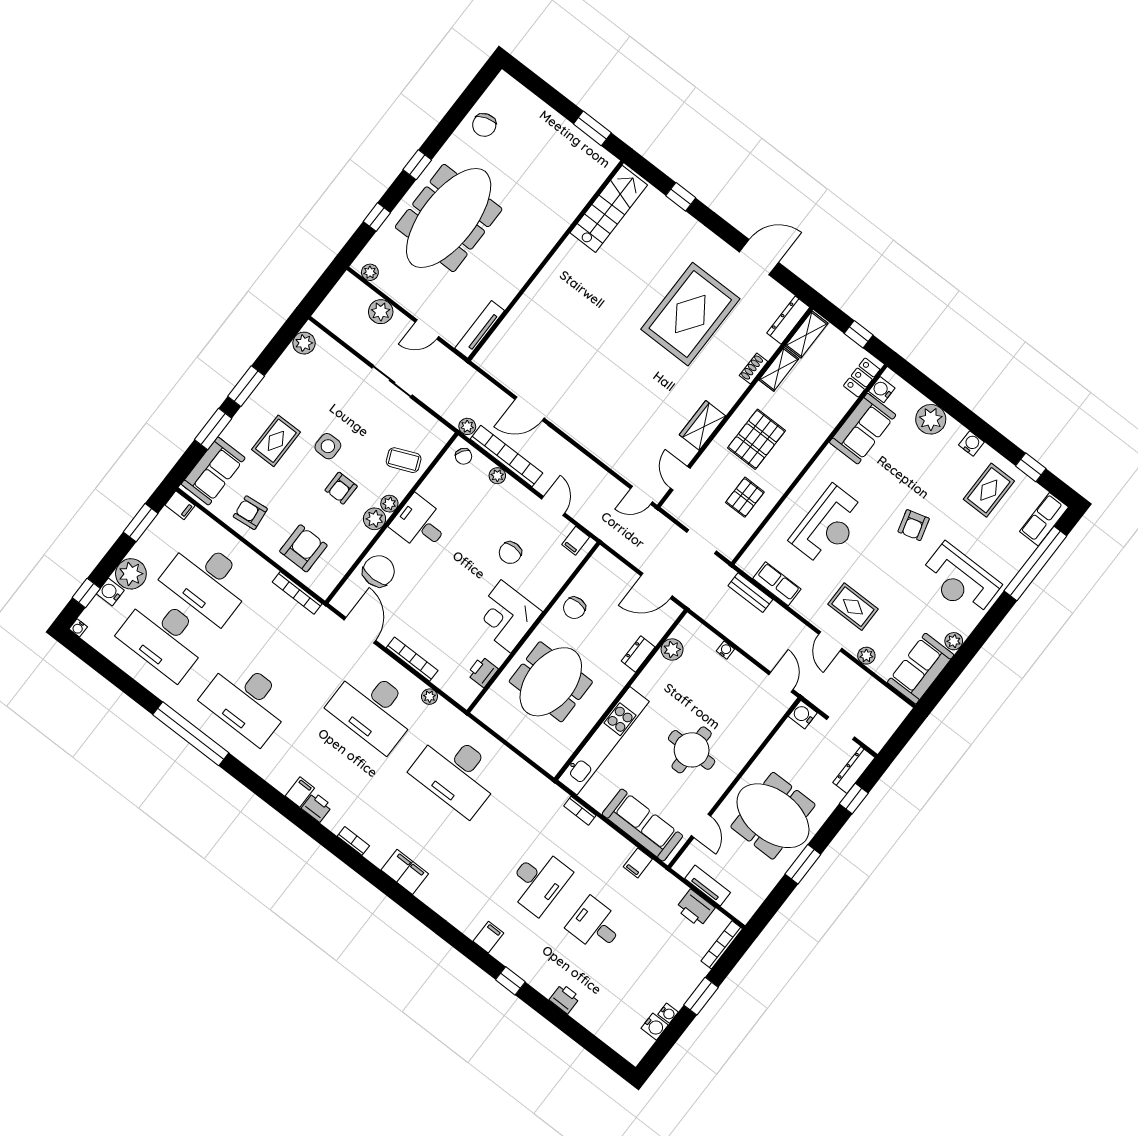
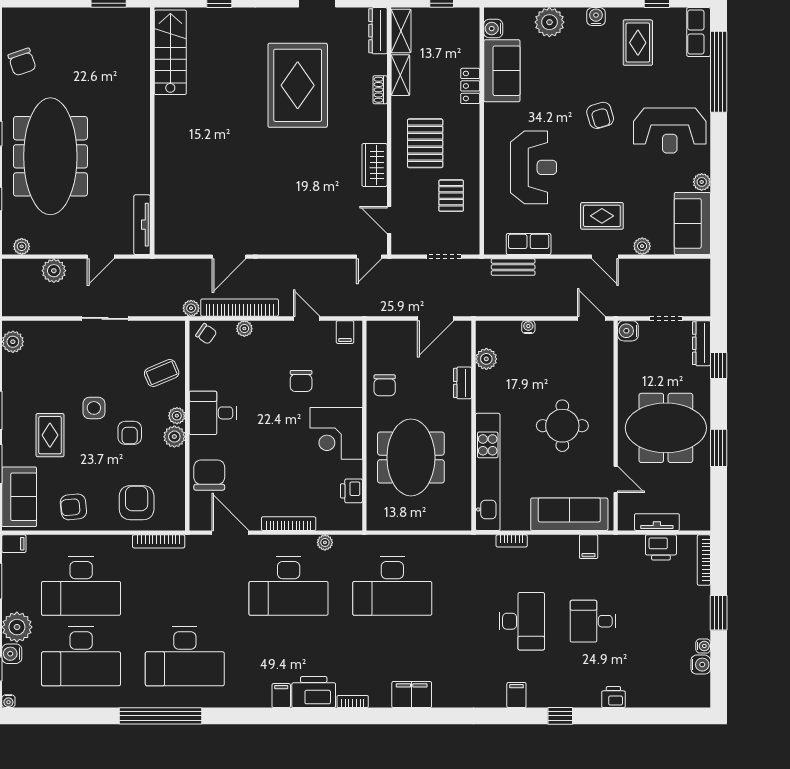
locker: (862, 378) -> (470, 86), moved
printer: (317, 807) -> (314, 692), width x1.87, depth x1.48

